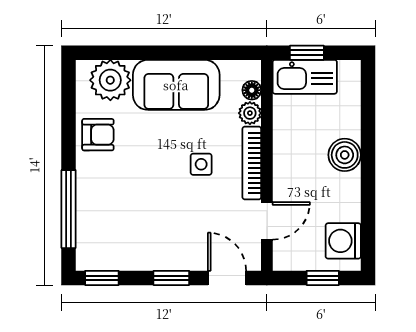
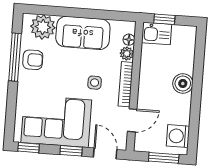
kitchen sink: (305, 77) -> (157, 33), width x0.73
window: (69, 209) -> (15, 57), moved
corner sofa: (144, 232) -> (56, 121), added
window: (323, 278) -> (164, 158), width x1.50

